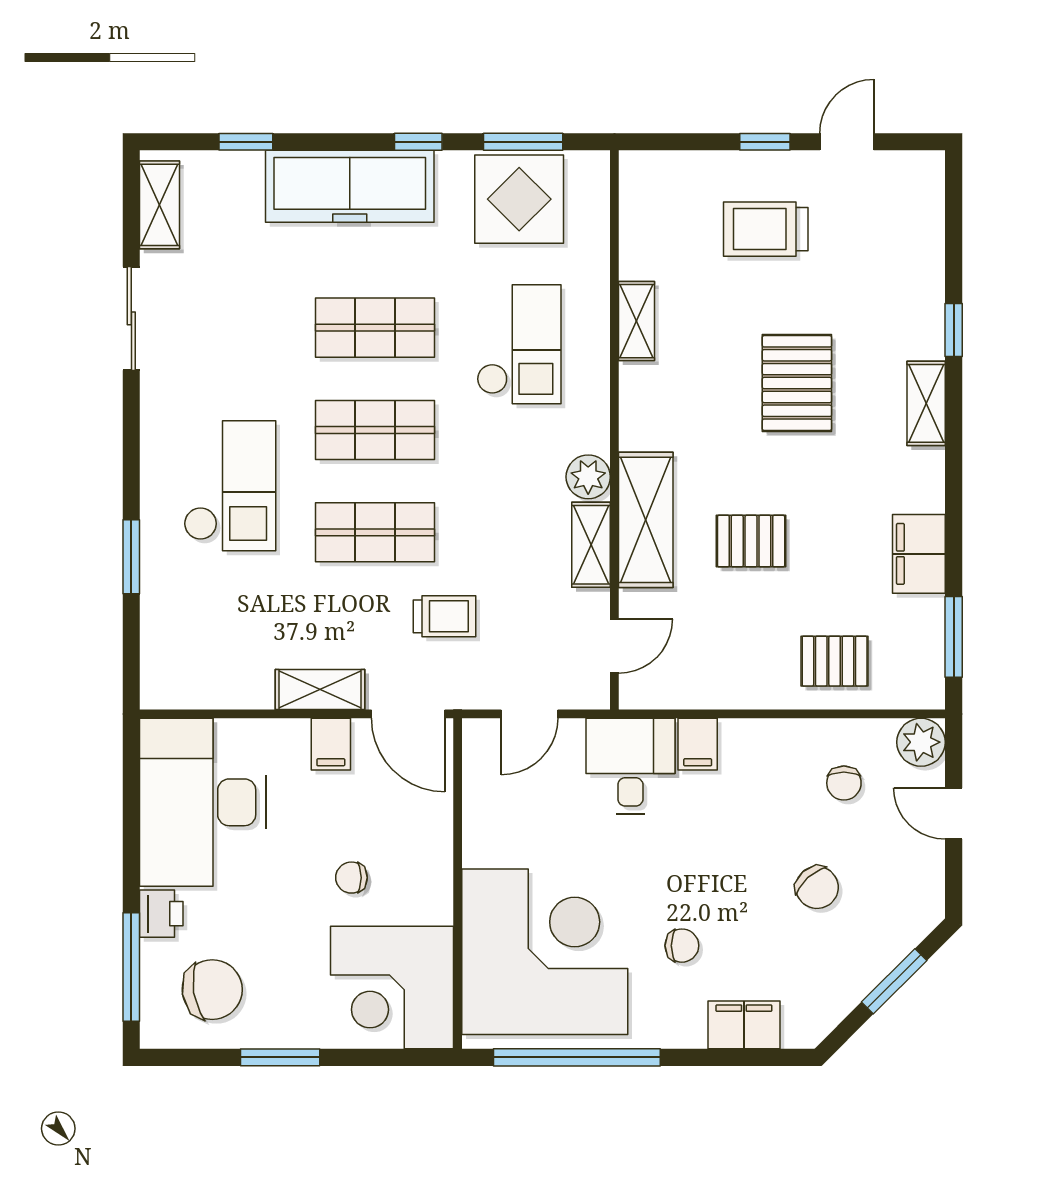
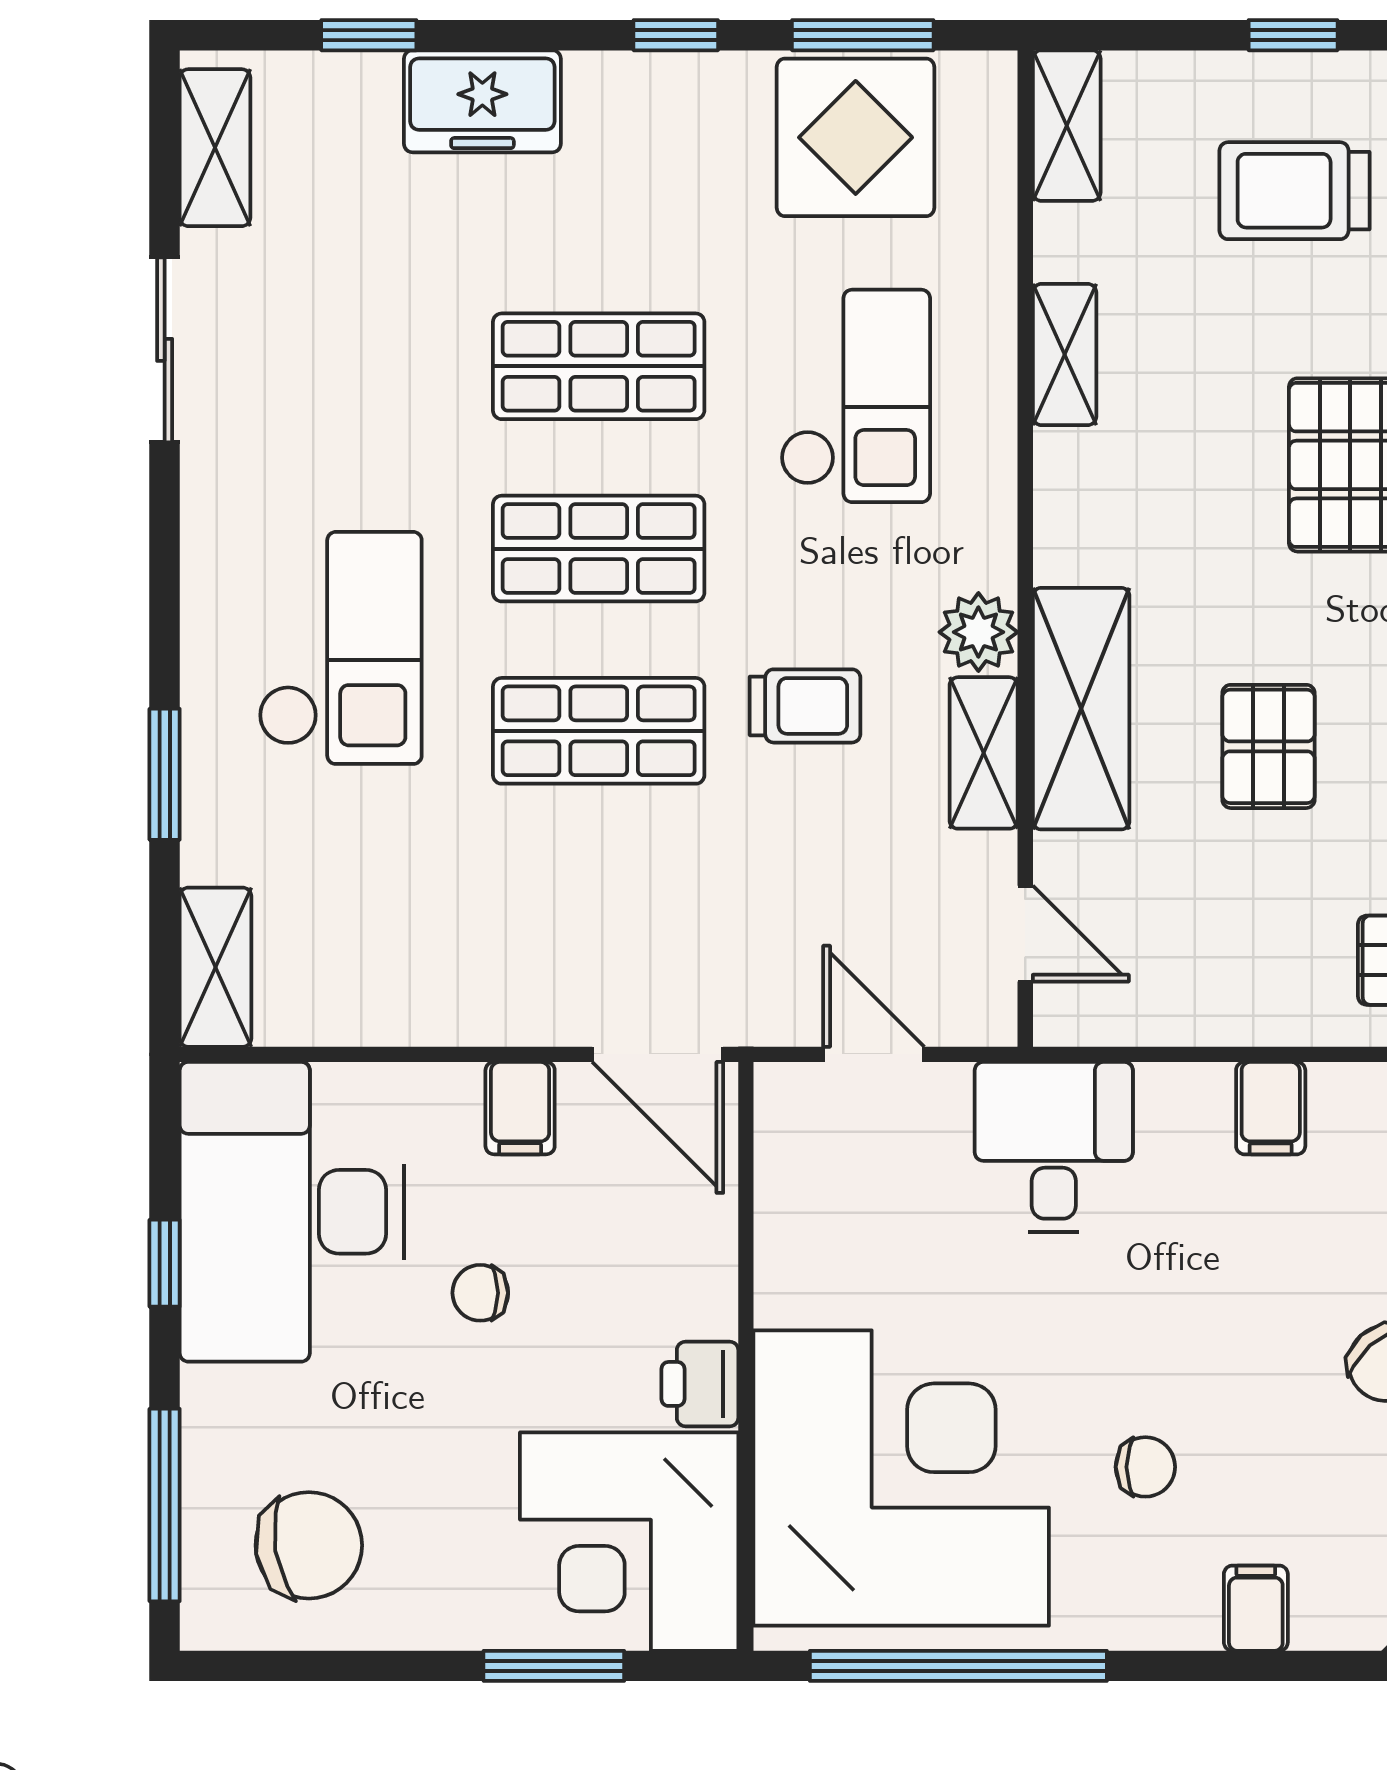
freezer: (350, 186) -> (482, 101), width x0.52, depth x0.79
shelving: (638, 193) -> (1067, 126), added
pallet: (751, 541) -> (1269, 746), turned 90
trolley: (444, 616) -> (805, 706), moved
door: (614, 646) -> (1025, 934), hinge flipped
shelving: (320, 690) -> (216, 967), moved, turned 90
door: (529, 714) -> (874, 1054), swing flipped
filing cabinet: (698, 744) -> (1271, 1108), moved
window: (131, 831) -> (165, 1263), added
chair: (351, 878) -> (480, 1293), moved
printer: (161, 914) -> (700, 1384), moved, turned 180
filing cabinet: (744, 1025) -> (1256, 1608), width x0.50
window: (280, 1057) -> (554, 1666), moved

